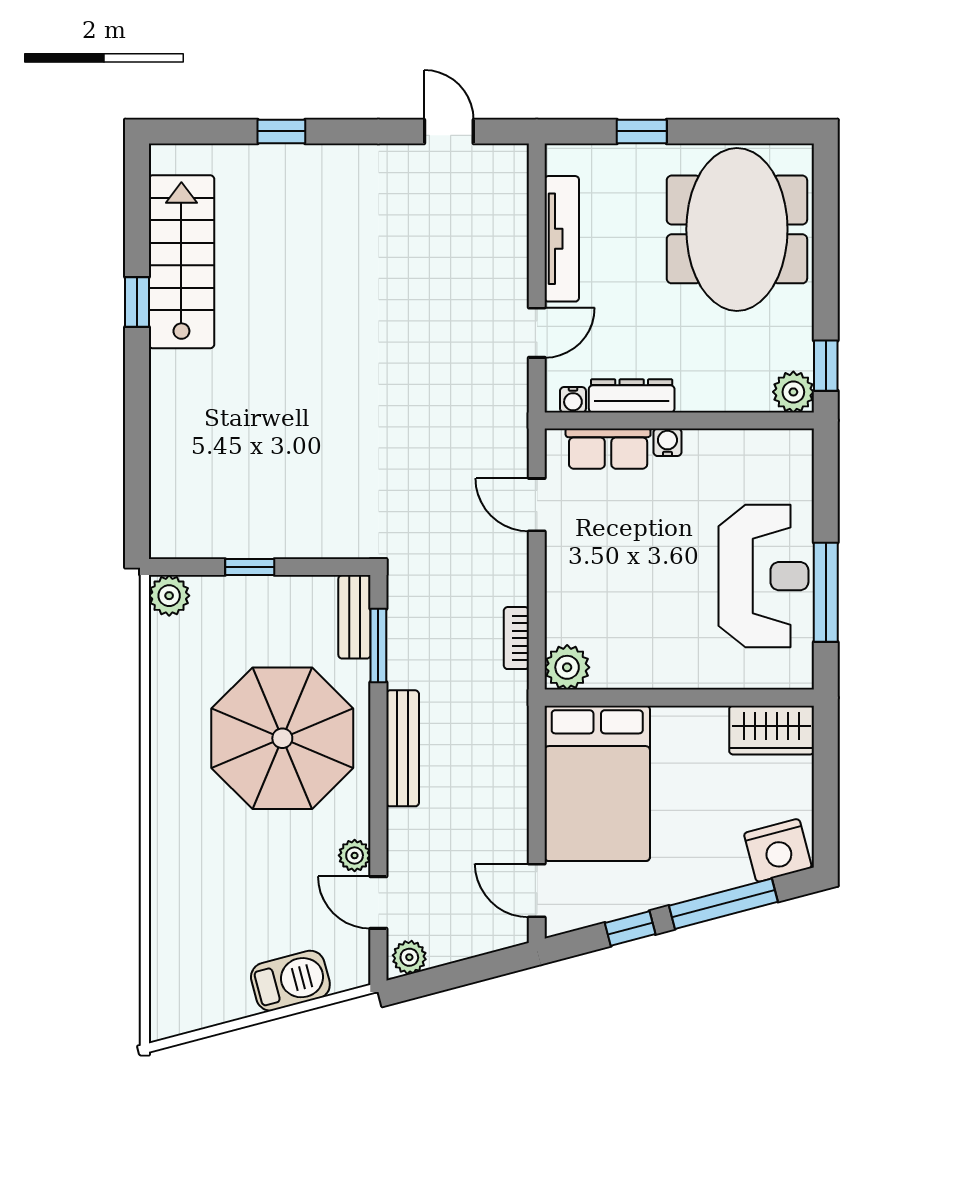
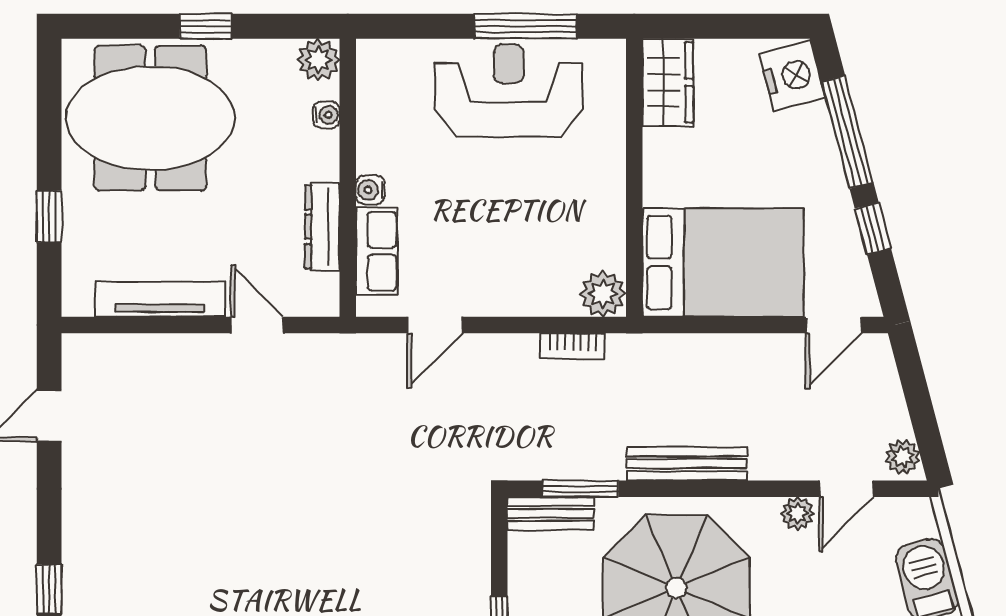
window: (826, 366) -> (206, 26), moved
water cooler: (573, 400) -> (326, 115), moved

